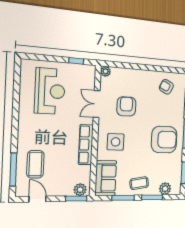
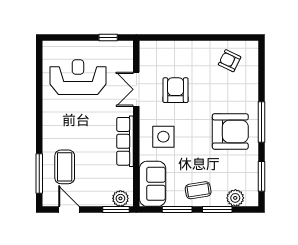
plant: (106, 71) -> (146, 47), removed
reception desk: (50, 91) -> (78, 77), turned -90

